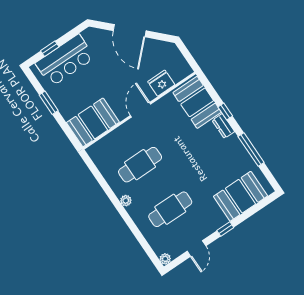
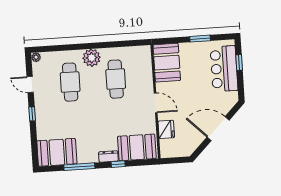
booth: (240, 196) -> (57, 152), moved, turned 90
plant: (126, 201) -> (92, 58), width x1.88, depth x1.88

